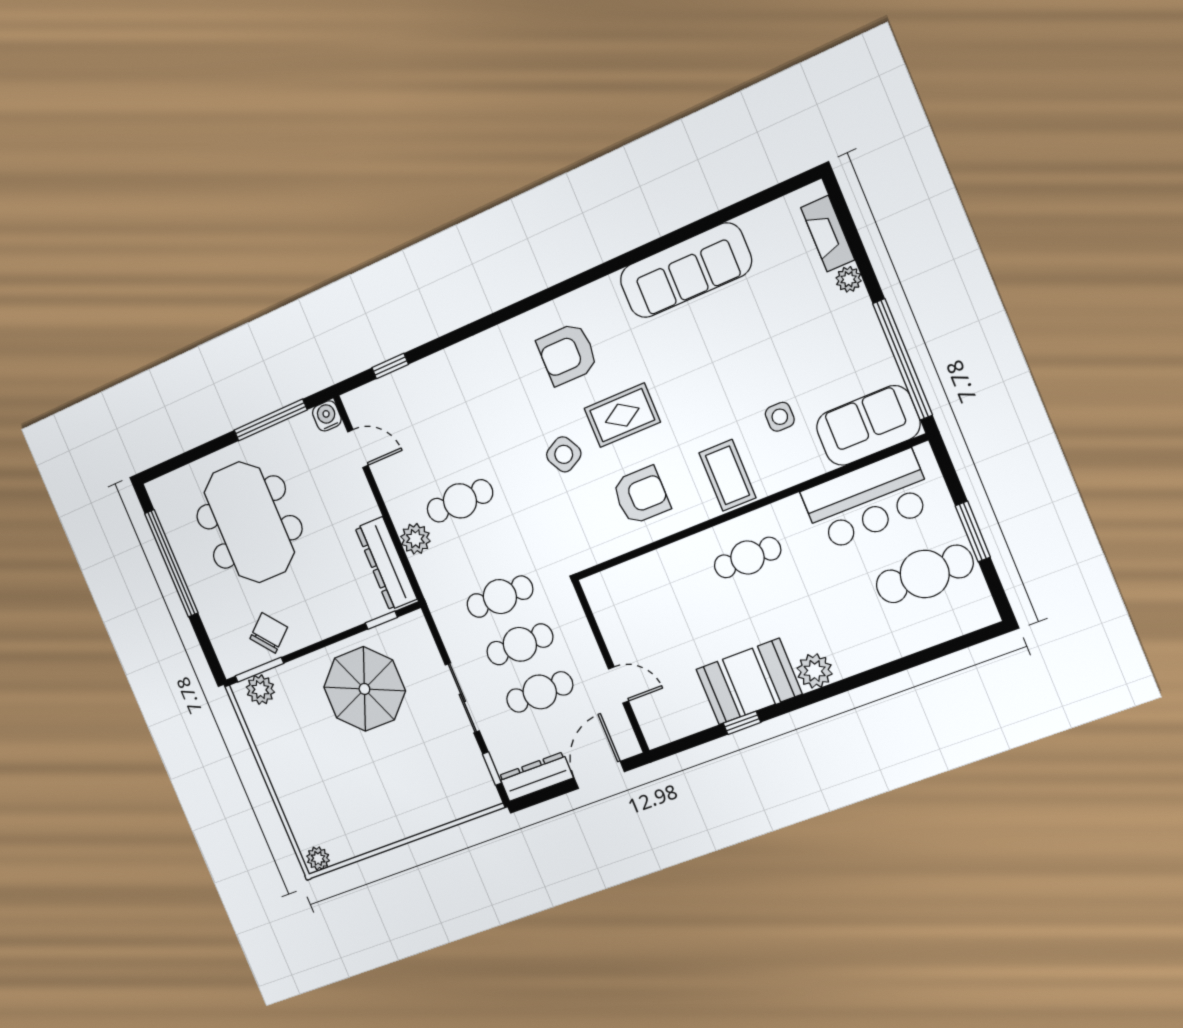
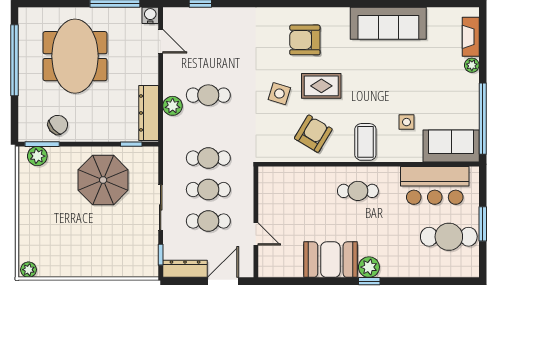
side table: (564, 454) -> (279, 94), turned 45
armchair: (641, 495) -> (313, 134), turned -59
window: (742, 723) -> (369, 281), moved

